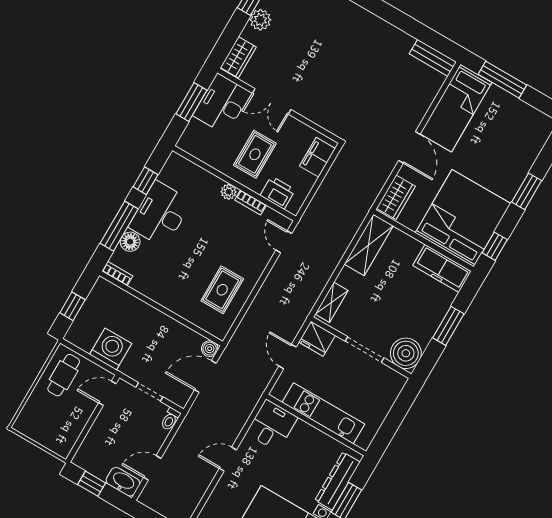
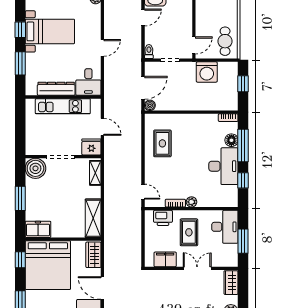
desk: (222, 104) -> (225, 227), moved
filing cabinet: (317, 157) -> (165, 259), moved, turned -90
freezer: (442, 268) -> (38, 229), width x0.71
dresser: (338, 481) -> (56, 89), moved, turned -90

